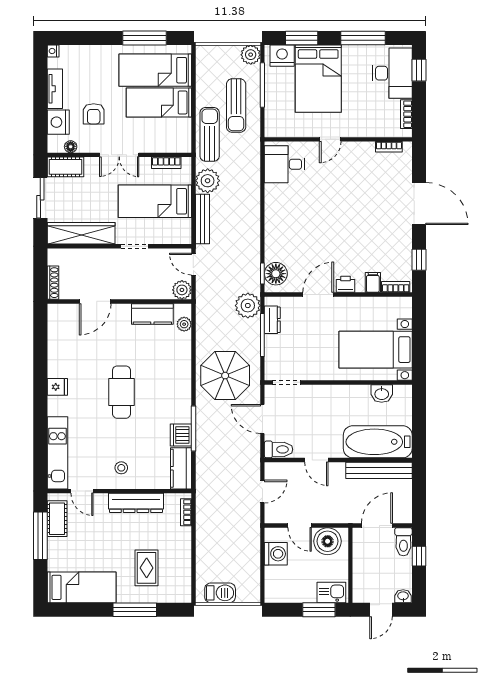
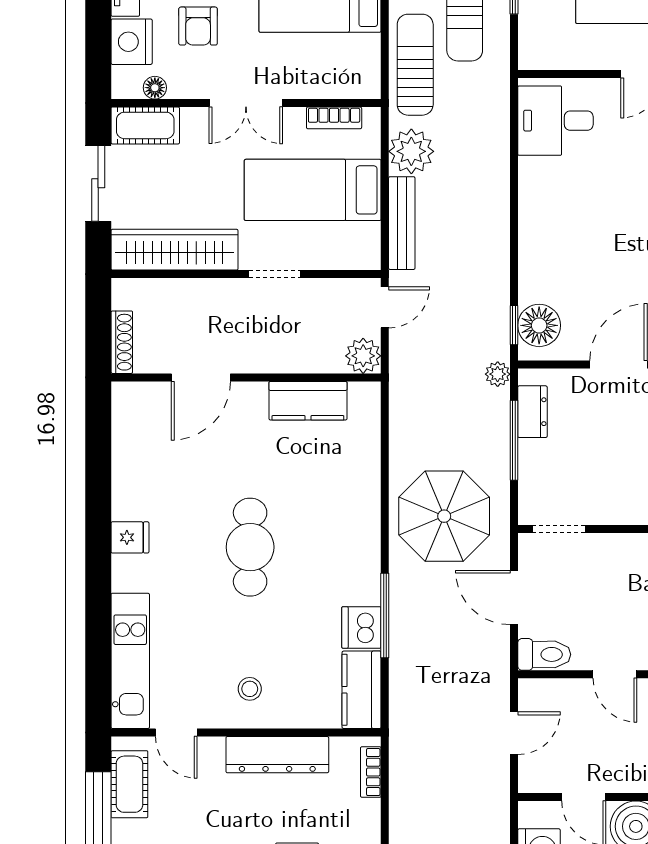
door: (193, 264) -> (385, 307), swing flipped
plant: (248, 306) -> (498, 374), width x0.53, depth x0.53
plant: (184, 324) -> (367, 420), removed

